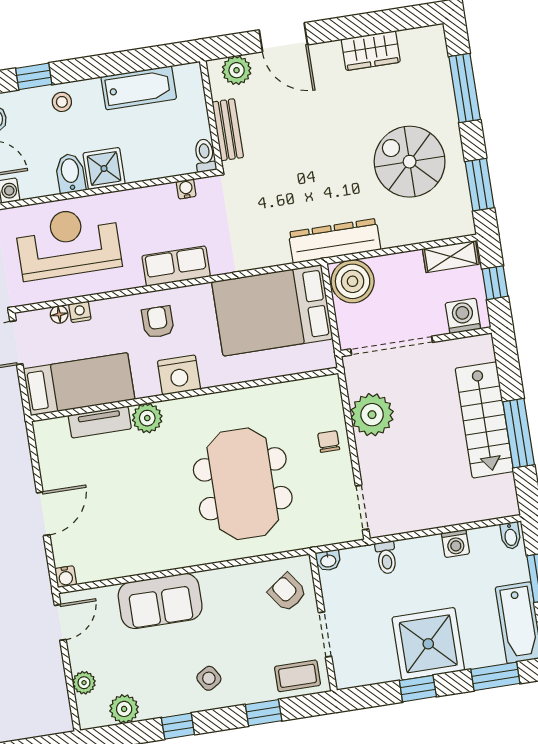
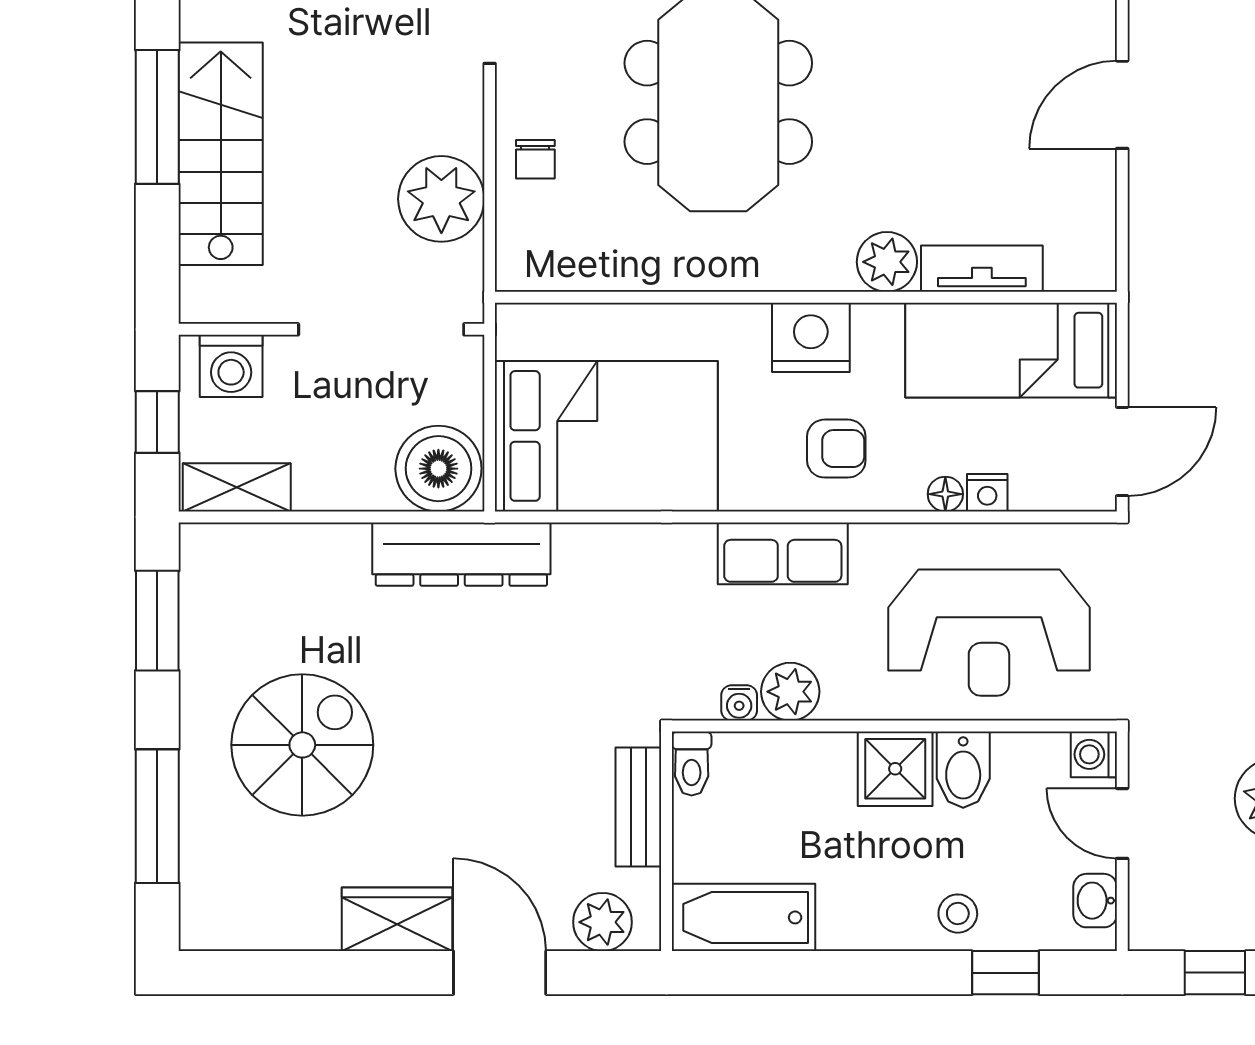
wardrobe: (371, 51) -> (397, 919), moved
bathtub: (139, 88) -> (743, 917), moved
spiral stairs: (410, 162) -> (302, 745), moved, turned -90
plant: (162, 198) -> (790, 692), added
floor lamp: (59, 314) -> (945, 494), moved
armchair: (158, 322) -> (836, 449), turned -90

